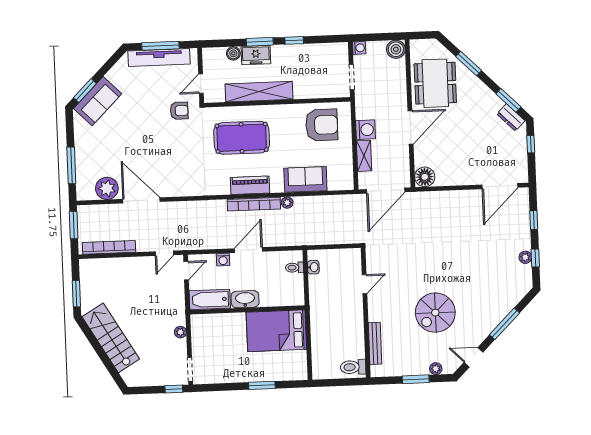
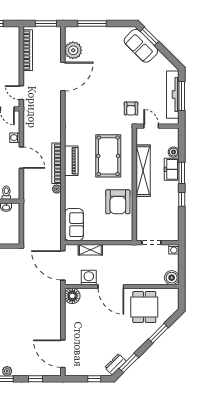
dining table: (435, 83) -> (144, 307), width x0.73
armchair: (322, 125) -> (118, 202), moved
washing machine: (366, 130) -> (89, 277), moved, turned 180
sofa: (305, 179) -> (74, 225), moved

